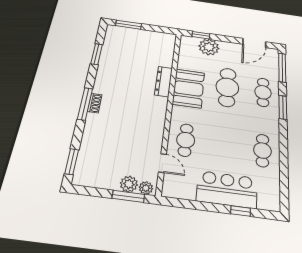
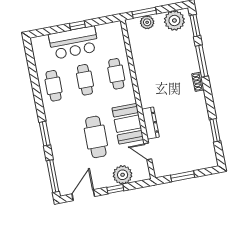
window: (129, 25) -> (183, 176), moved
window: (201, 35) -> (115, 189), moved
cafe table: (263, 92) -> (85, 80), moved
window: (85, 104) -> (202, 61), moved
door: (162, 163) -> (148, 151), moved
plant: (146, 188) -> (174, 20), moved, width x1.88, depth x1.88
window: (241, 211) -> (77, 25), moved

